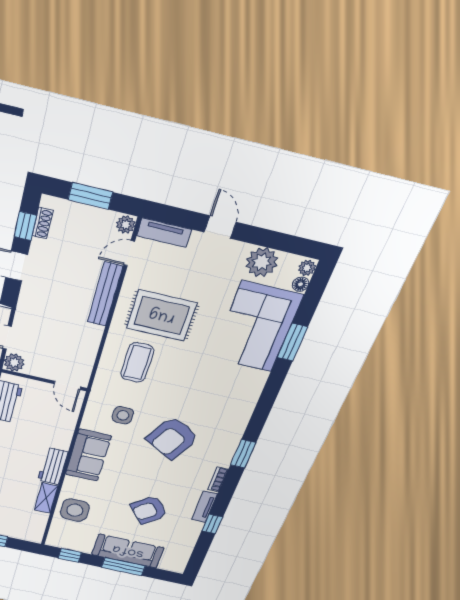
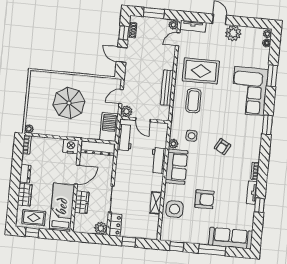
plant: (262, 262) -> (233, 33), moved
bench: (105, 294) -> (167, 88), moved
corner sofa: (257, 327) -> (249, 91), moved
door: (67, 385) -> (143, 120), moved
plant: (89, 423) -> (173, 144), added
armchair: (172, 438) -> (222, 147), width x0.53, depth x0.53
window: (243, 454) -> (267, 125), moved
workbench: (53, 466) -> (158, 160), moved
armchair: (149, 510) -> (204, 199), moved, turned -140
sofa: (128, 551) -> (230, 238), moved

